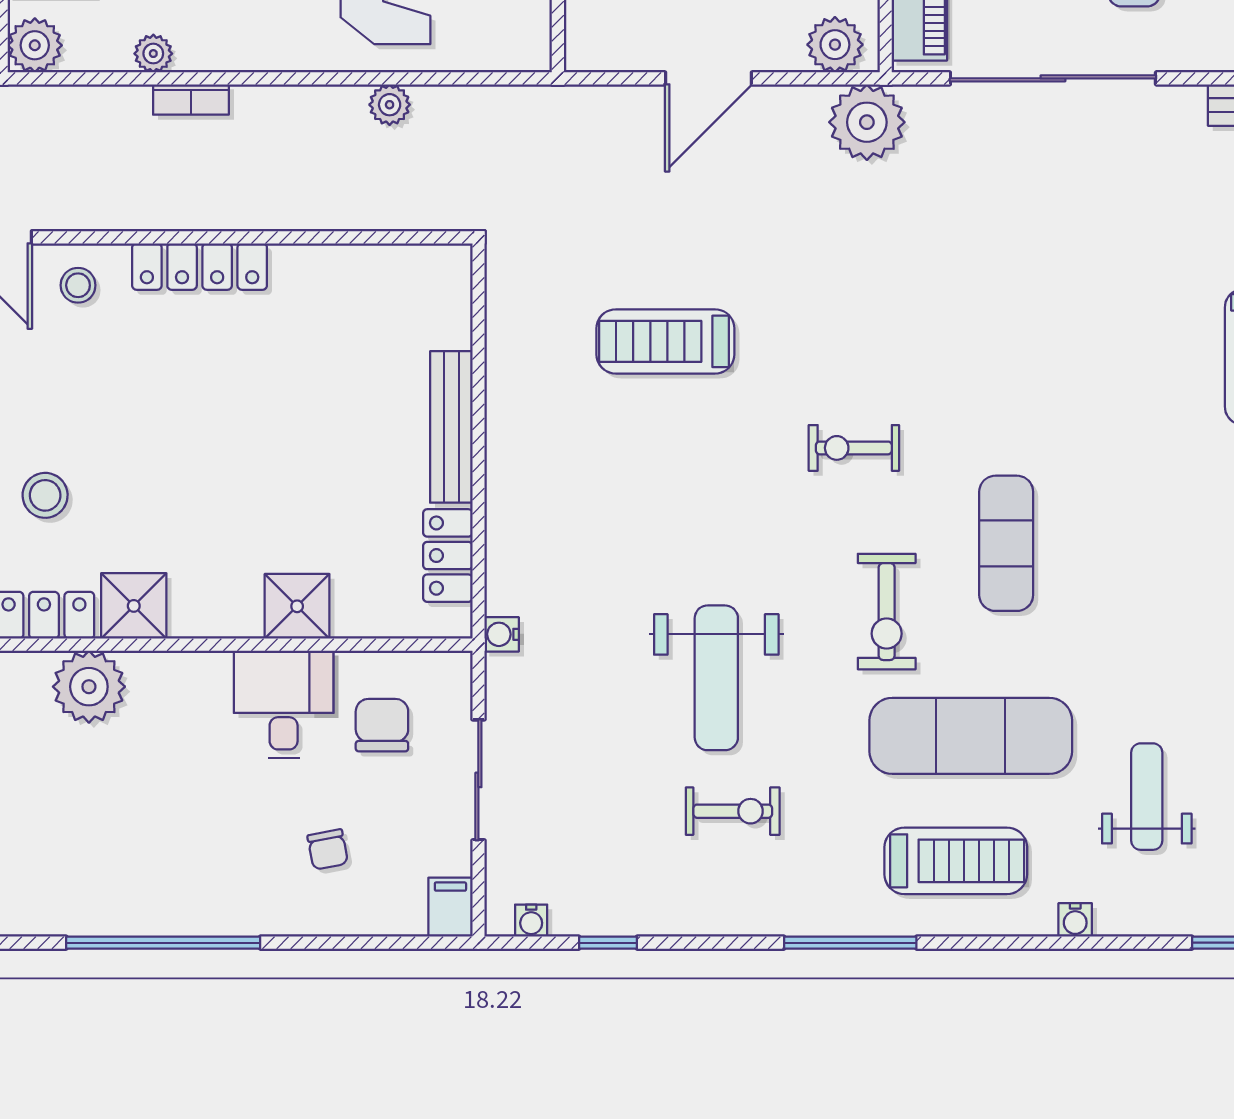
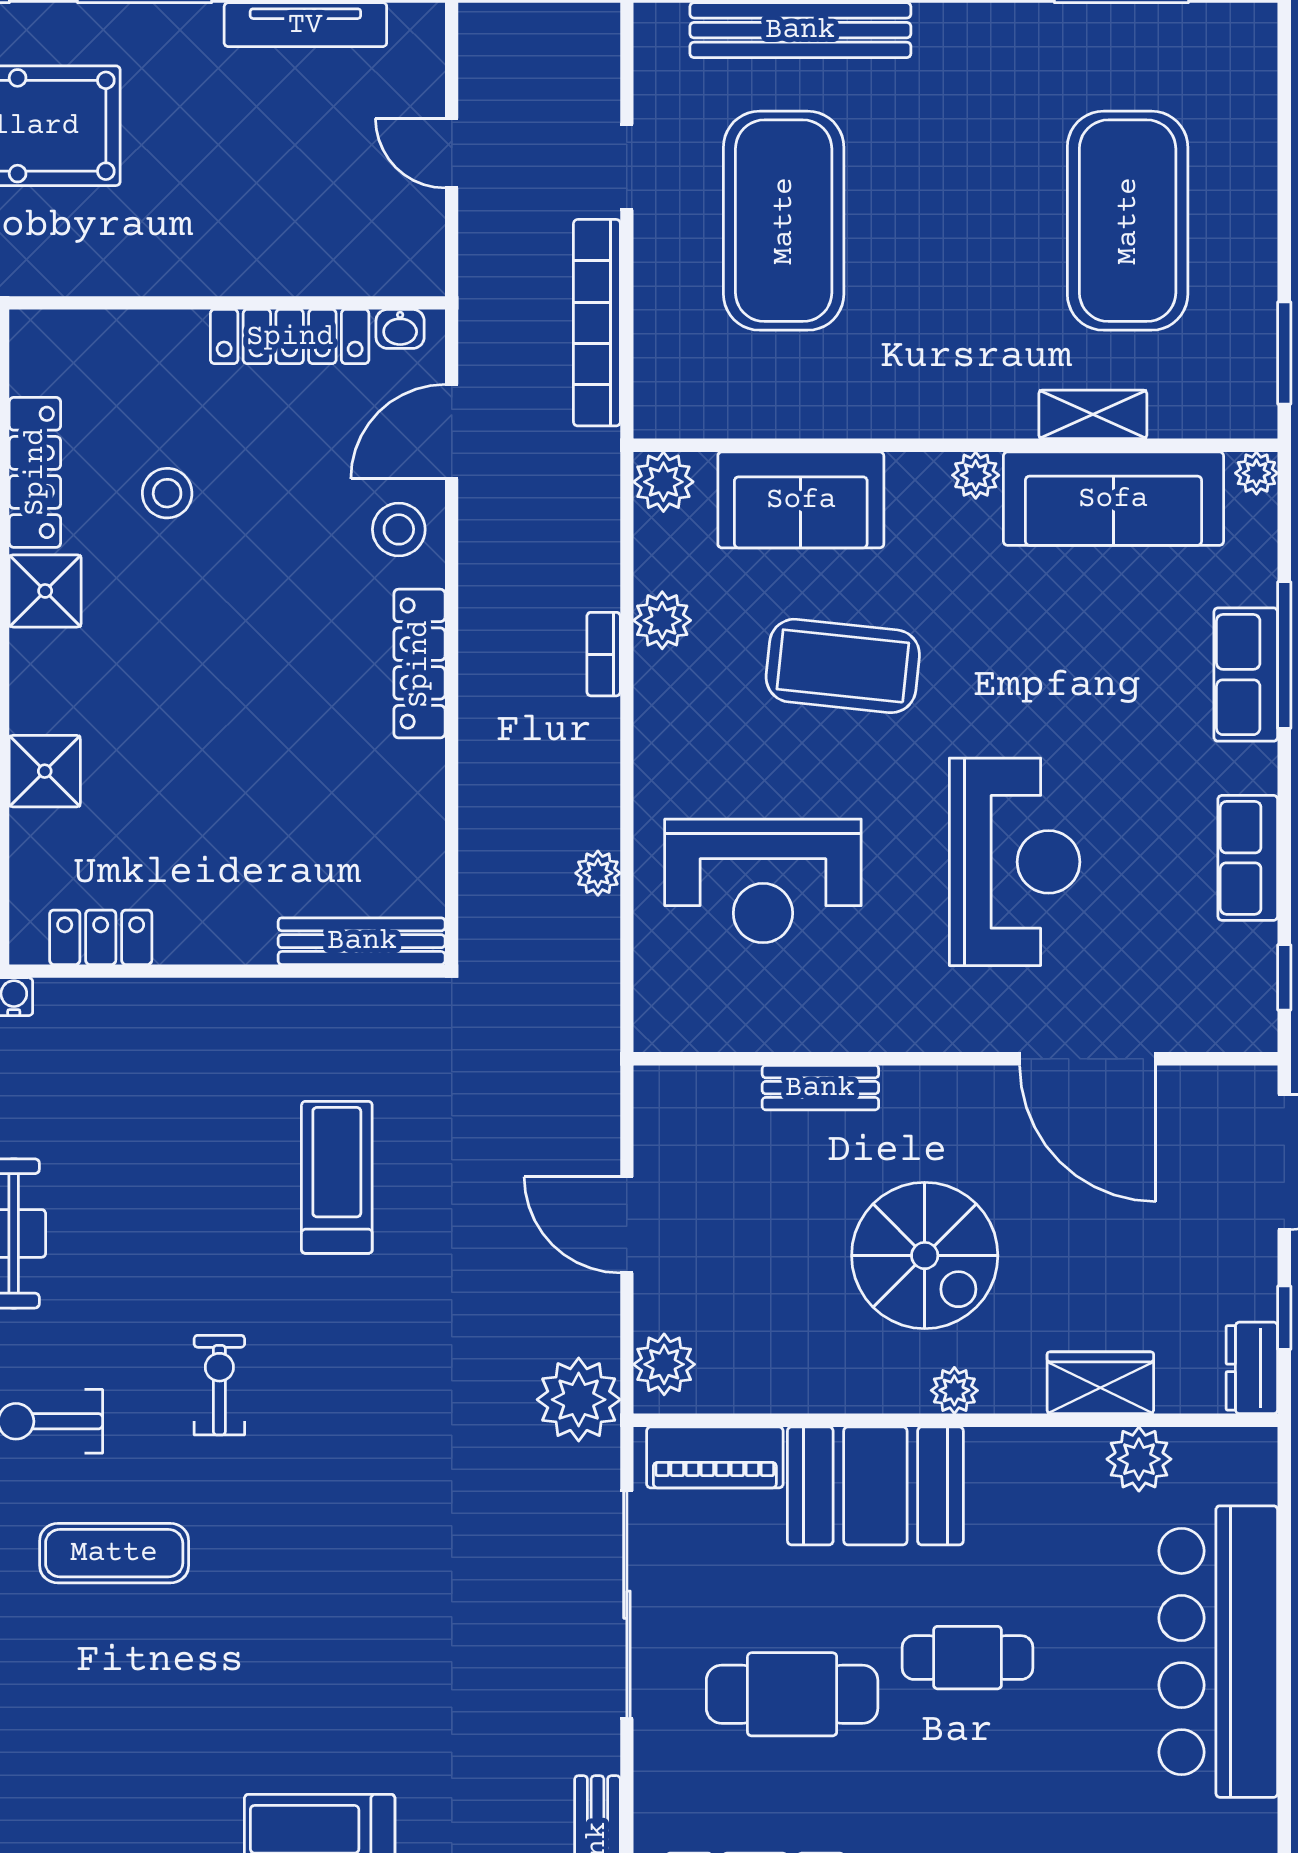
plant: (153, 54) -> (662, 620), width x1.38, depth x1.38
stool: (78, 285) -> (399, 529), width x1.37, depth x1.37
bench: (451, 427) -> (362, 941), moved

